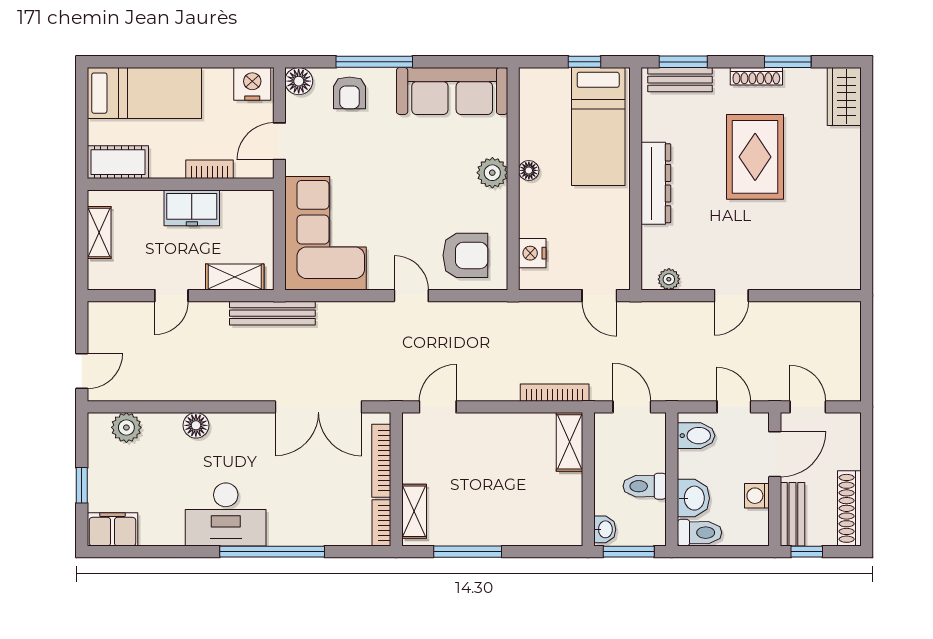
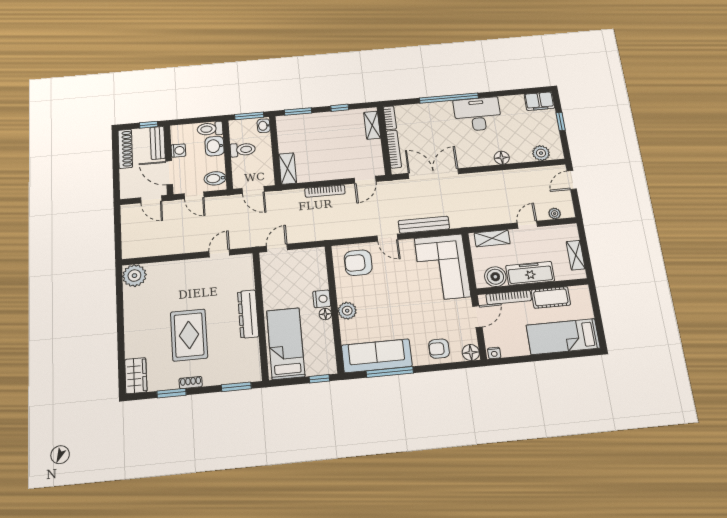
window: (374, 62) -> (390, 372), moved
window: (585, 62) -> (319, 379), moved
shoe rack: (756, 76) -> (191, 383), width x0.70
bench: (680, 80) -> (238, 376), removed
nightstand: (252, 84) -> (494, 353), width x0.53, depth x0.56
armchair: (349, 93) -> (439, 349), turned -90
cot: (118, 162) -> (551, 297), moved
bookcase: (210, 169) -> (509, 297), width x1.56
freezer: (192, 208) -> (530, 273), width x1.40
boiler: (240, 208) -> (495, 277), added
nightstand: (532, 253) -> (322, 299), moved
plant: (669, 279) -> (134, 276), moved, width x1.88, depth x1.88
door: (599, 296) -> (277, 248), hinge flipped
door: (731, 296) -> (219, 253), moved
plant: (122, 312) -> (555, 214), added
bench: (272, 313) -> (424, 225), moved
bookcase: (555, 393) -> (325, 191), moved
door: (775, 454) -> (169, 173), hinge flipped
window: (468, 552) -> (340, 108), width x0.46
window: (542, 552) -> (298, 111), added

